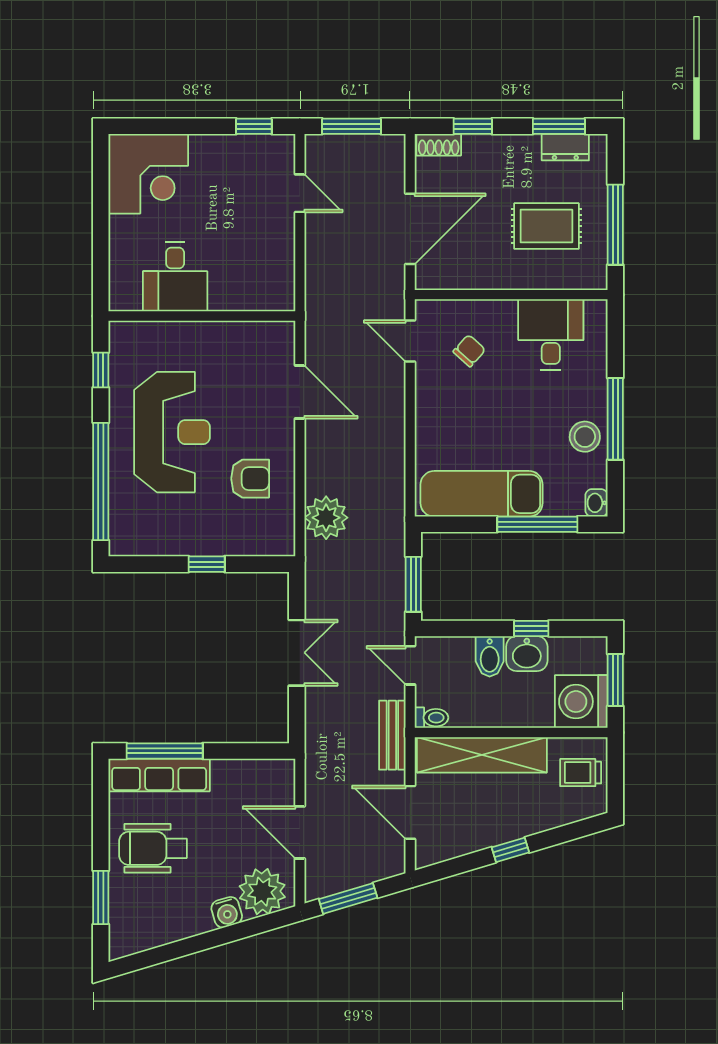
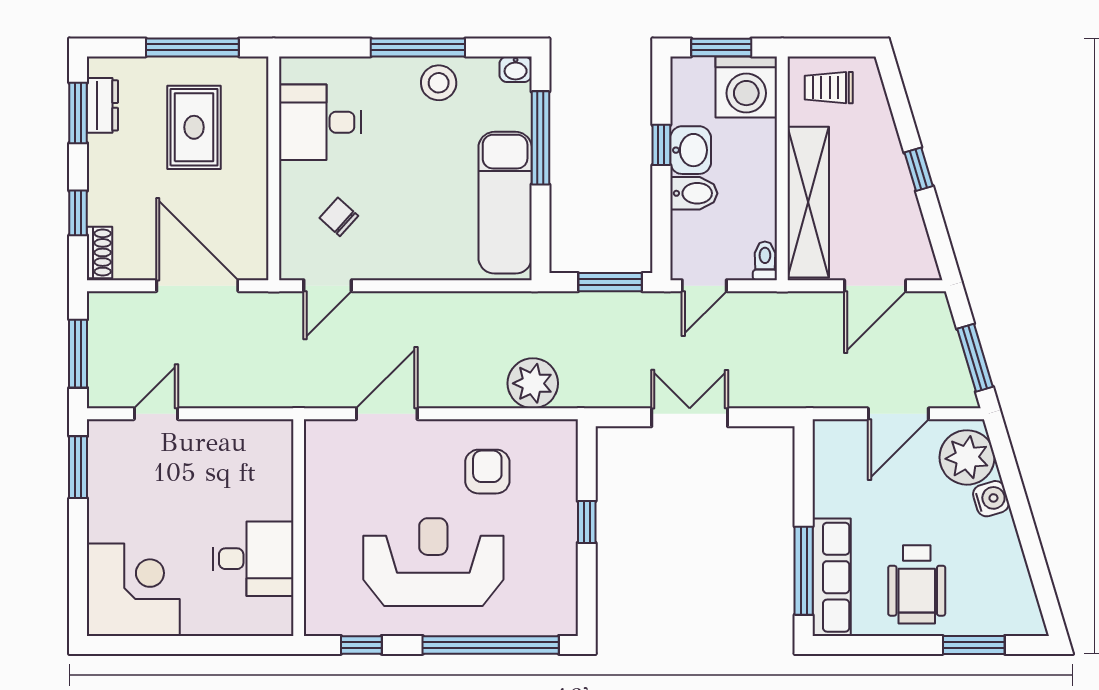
window: (254, 126) -> (78, 467), width x1.50
bench: (392, 735) -> (785, 306), removed
trolley: (581, 773) -> (829, 88), turned 90

